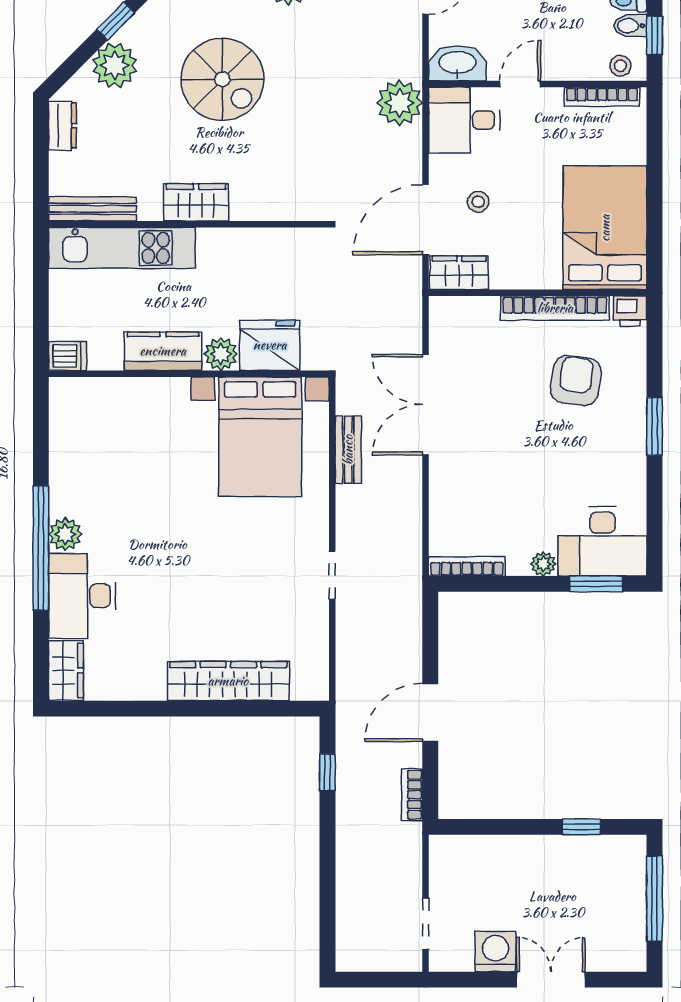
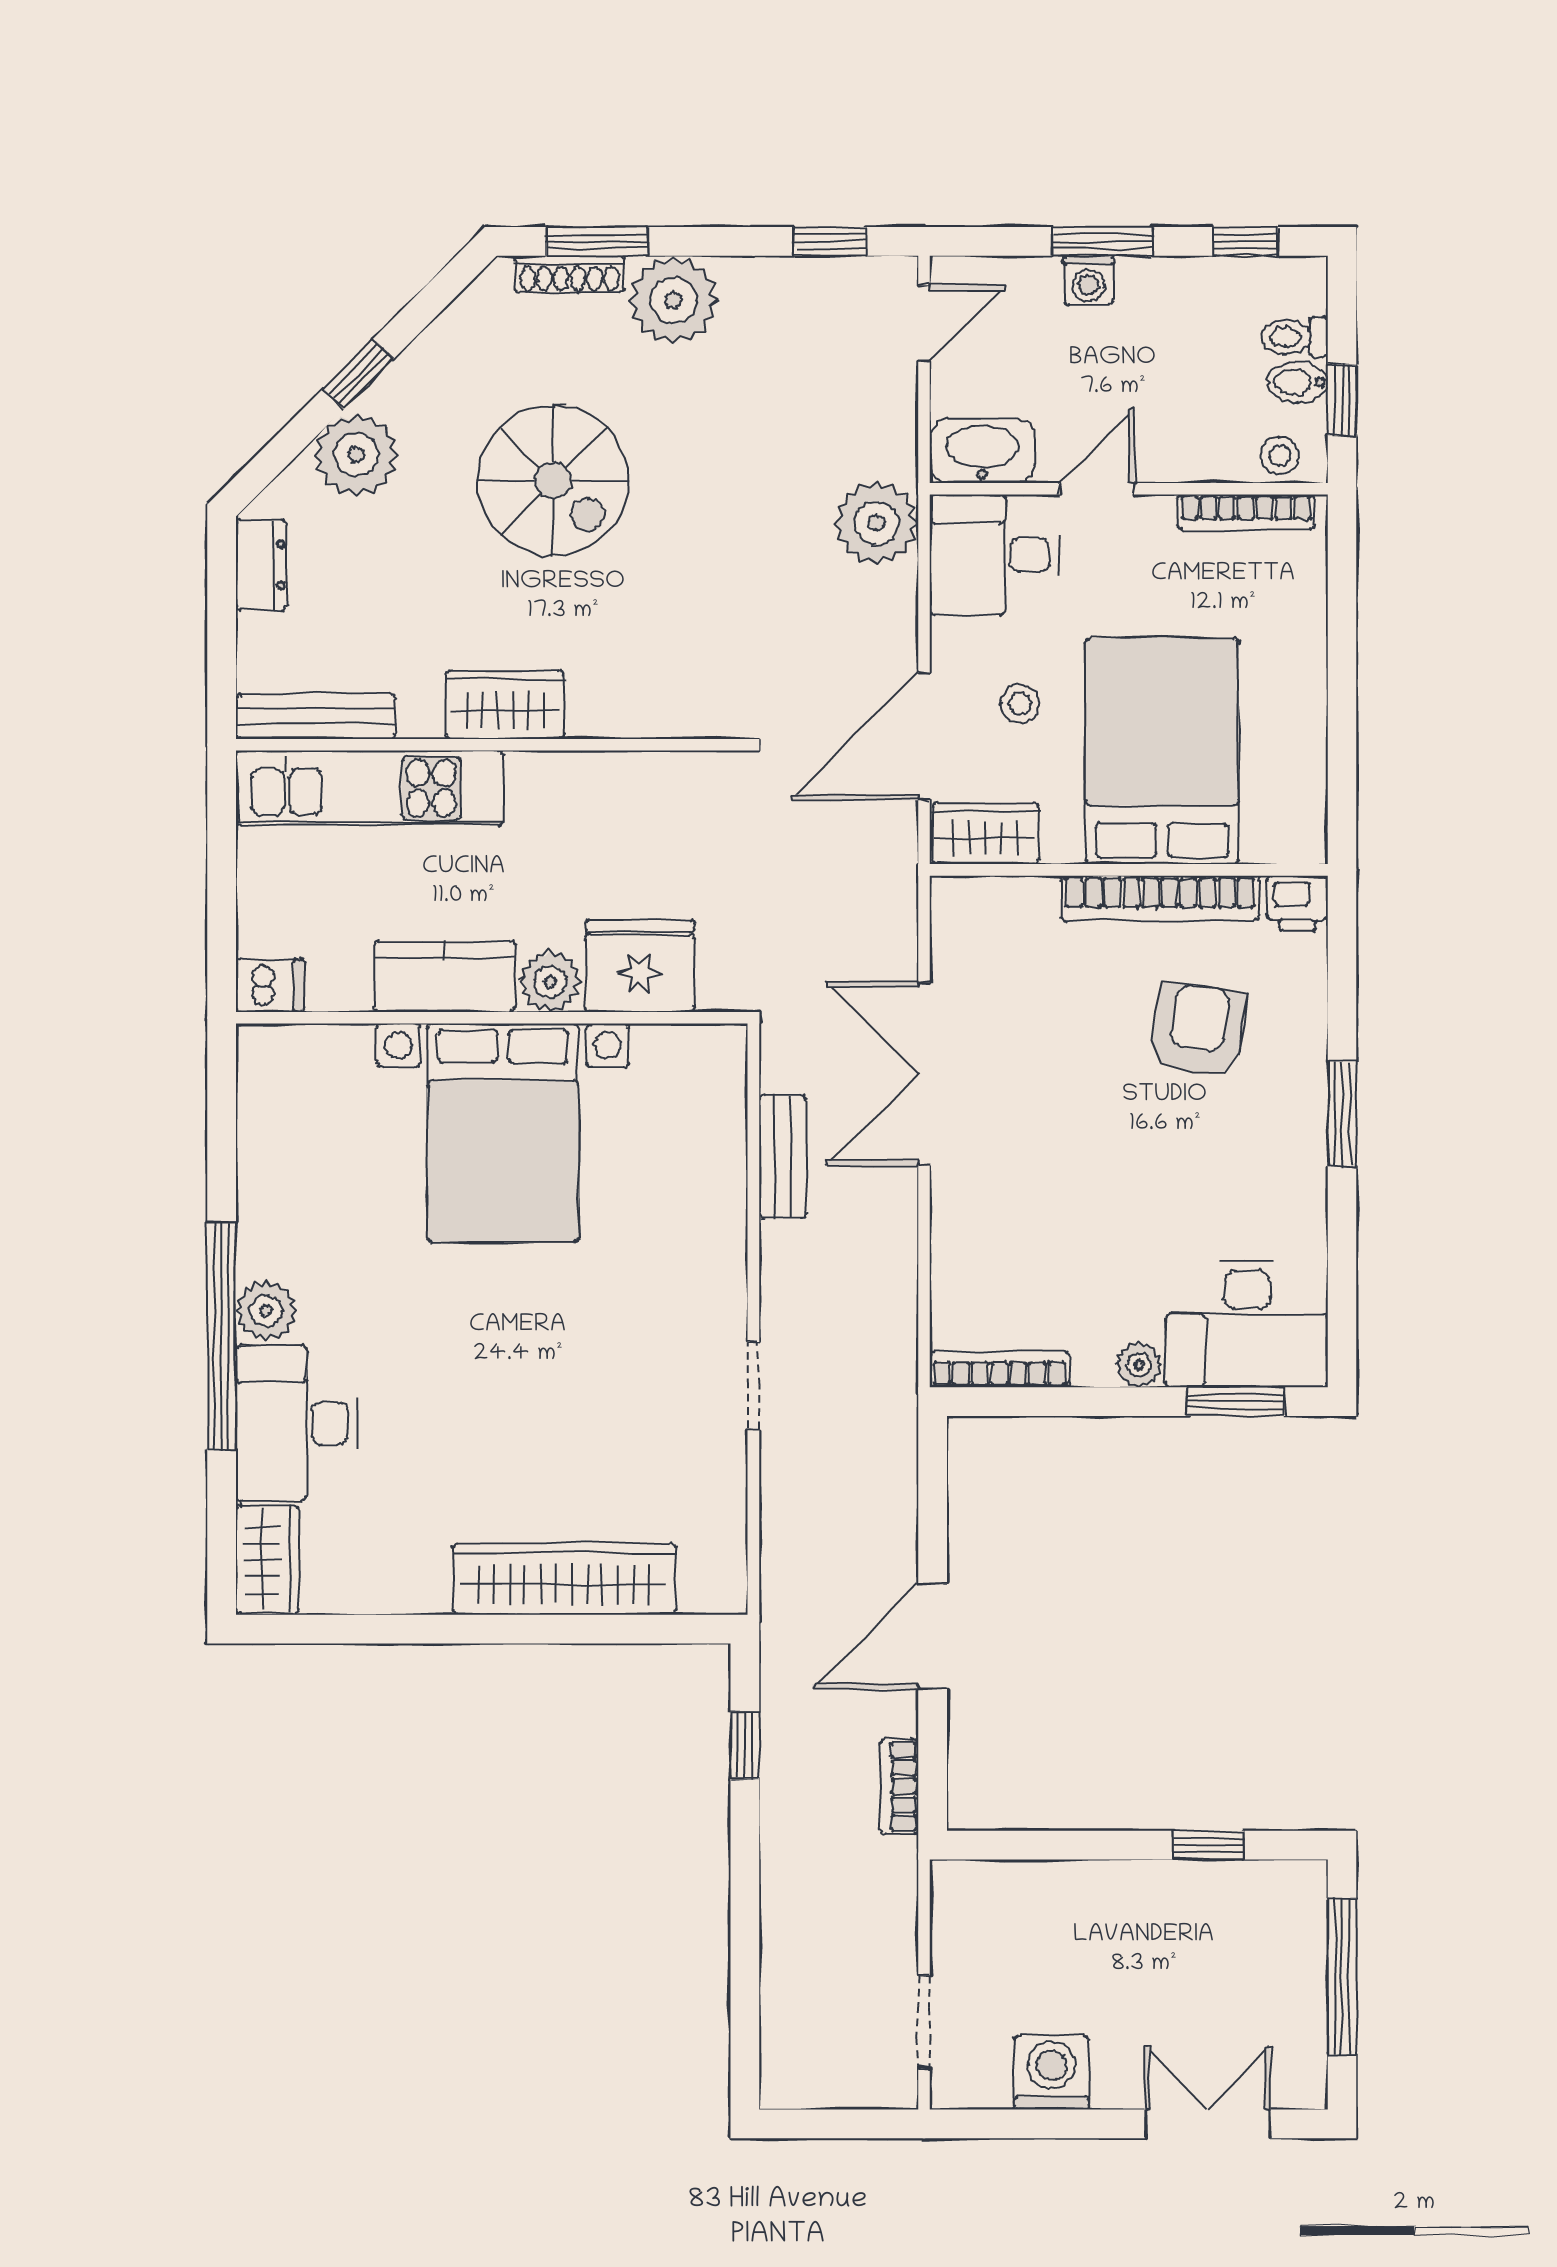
bed: (605, 228) -> (1162, 751), moved
bed with nightstands: (260, 437) -> (503, 1133), moved
double door: (551, 980) -> (1207, 2124), moved

